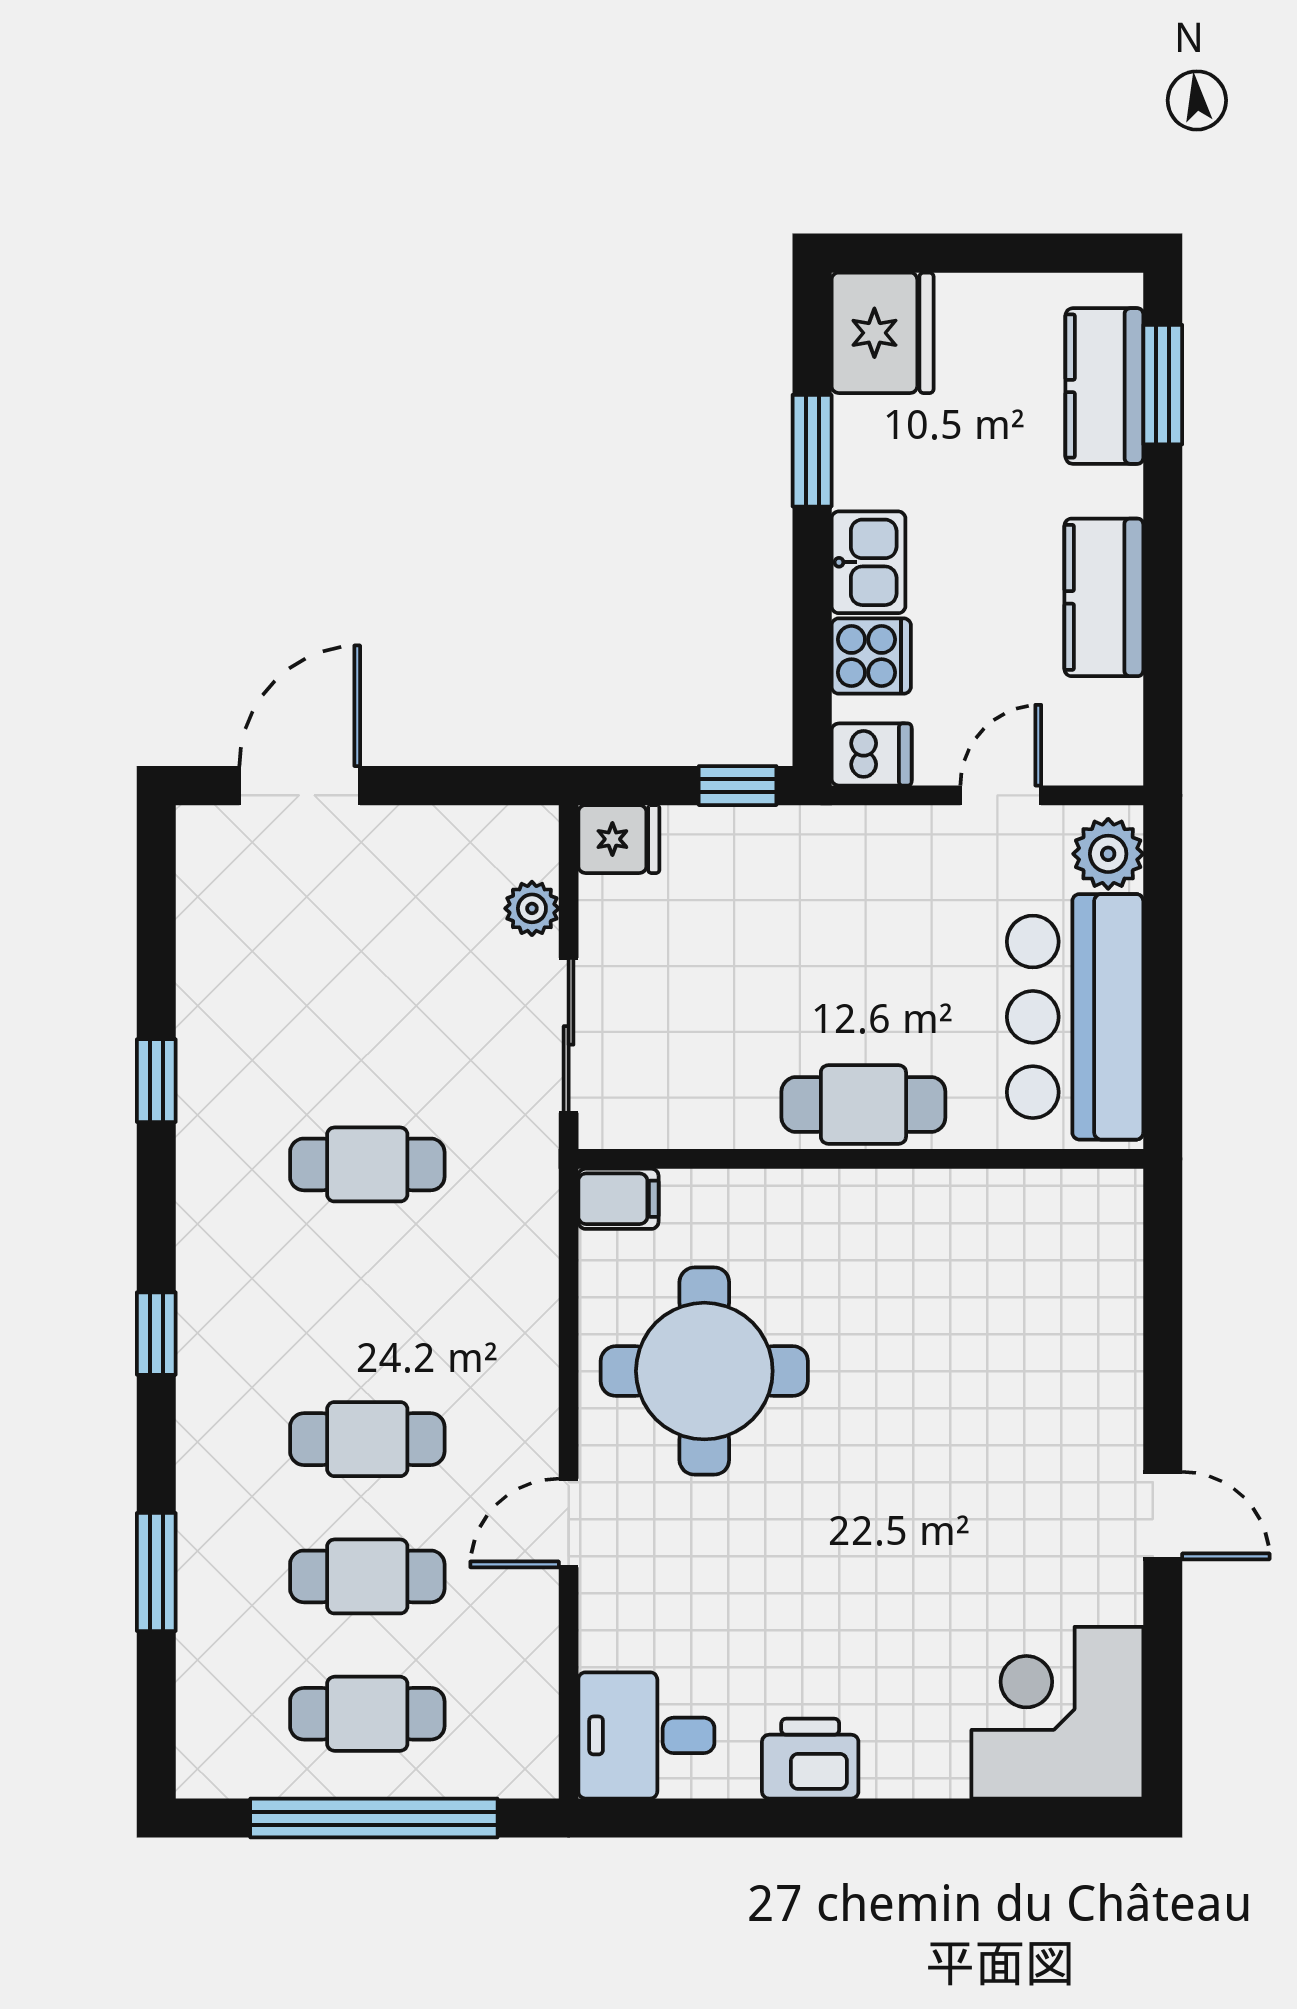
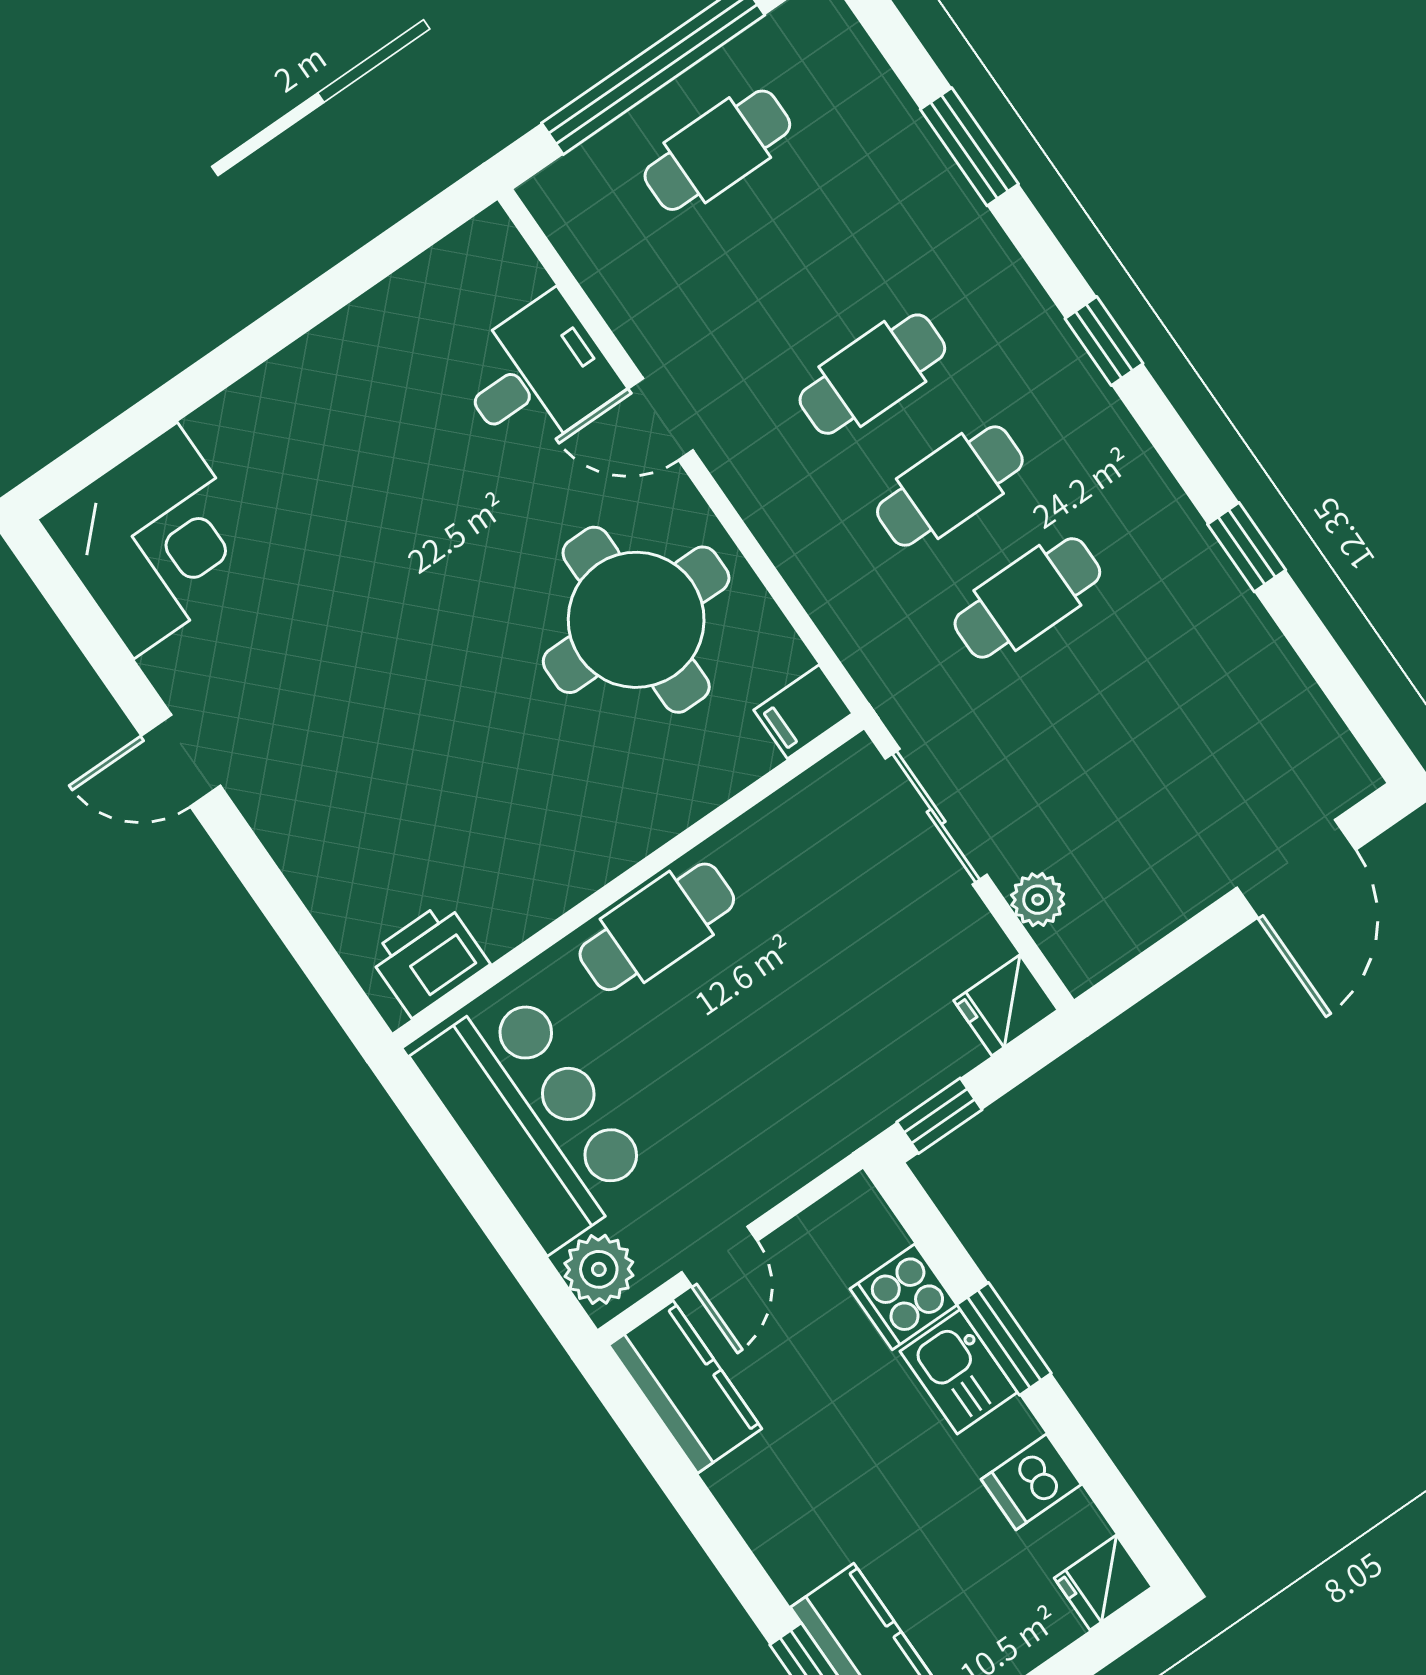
fridge: (883, 333) -> (1103, 1582), width x0.53, depth x0.75
window: (812, 451) -> (1004, 1339), moved
kitchen counter: (1104, 597) -> (685, 1387), moved
dishwasher: (872, 755) -> (1031, 1482), moved
door: (569, 1523) -> (661, 419), swing flipped
cafe table: (367, 1576) -> (950, 486), moved
desk: (646, 1735) -> (537, 375), moved
printer: (810, 1759) -> (429, 959), moved, turned 180

